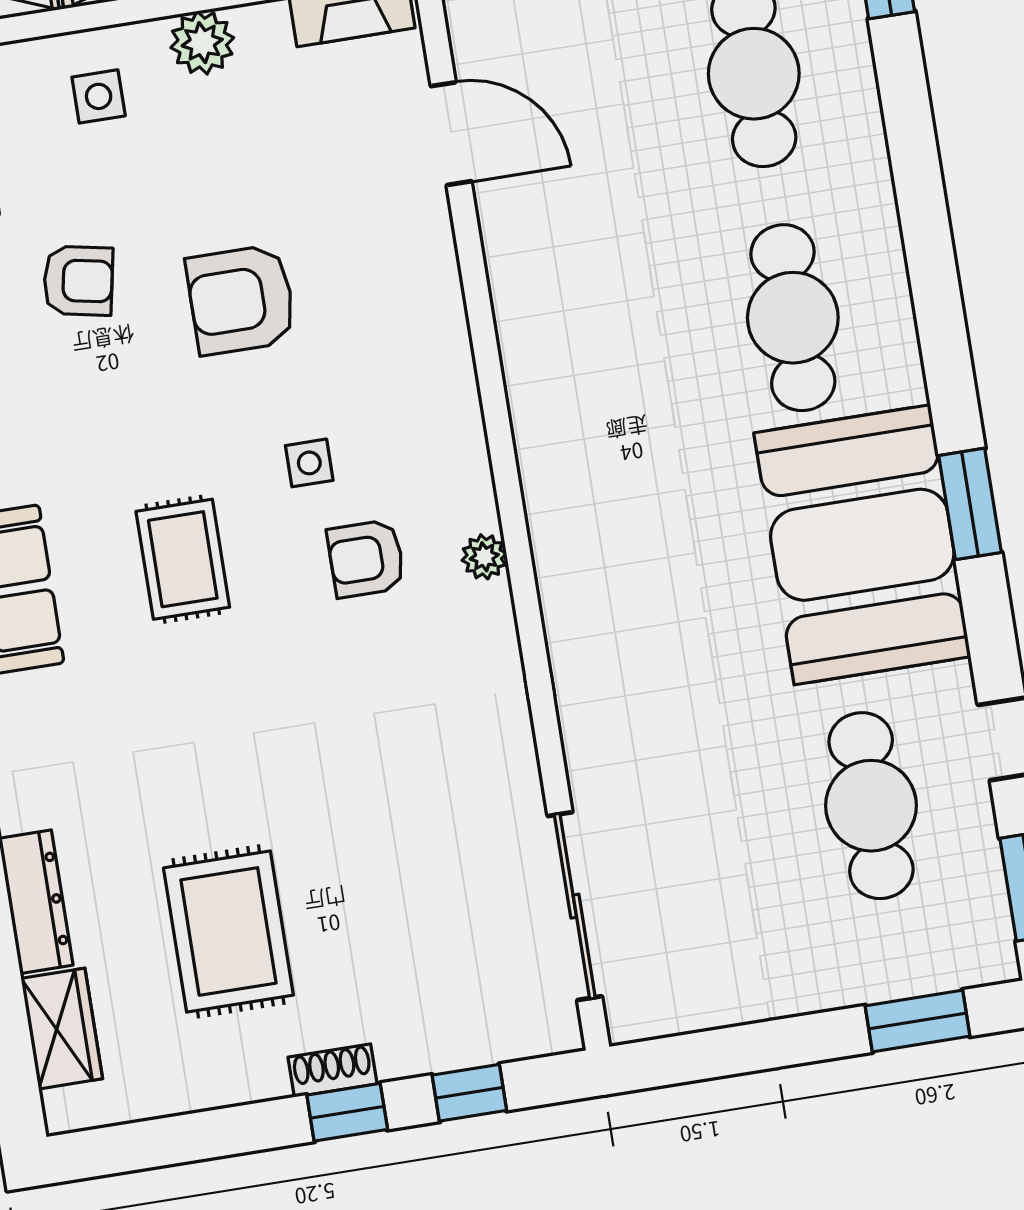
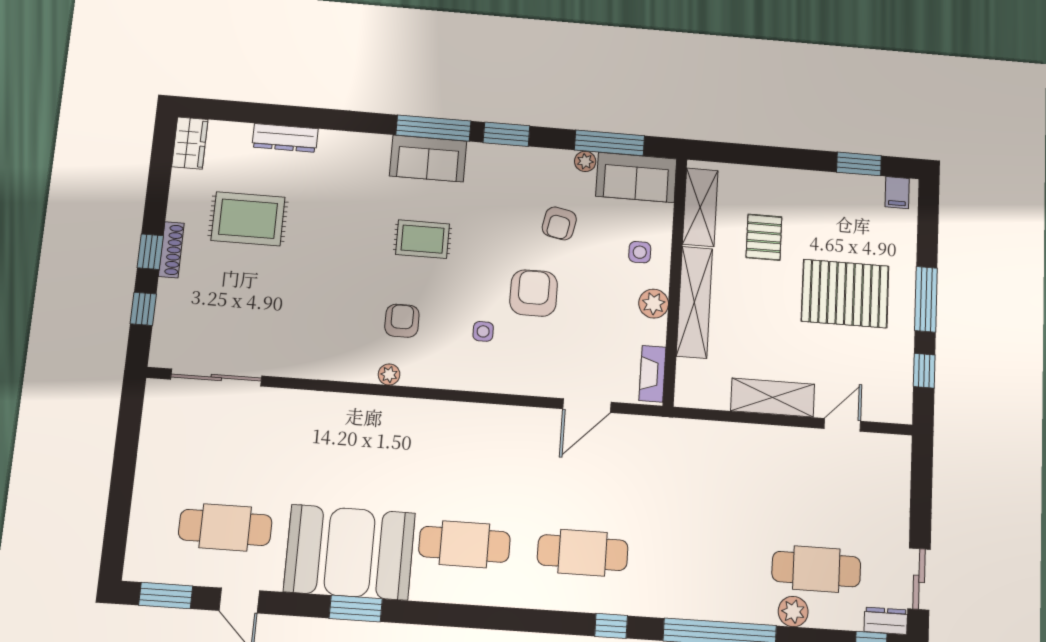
side table: (309, 463) -> (483, 331), moved
window: (917, 1021) -> (117, 526), removed
wardrobe: (62, 1029) -> (190, 143), moved, turned -90
shoe rack: (333, 1070) -> (171, 250), width x1.43

